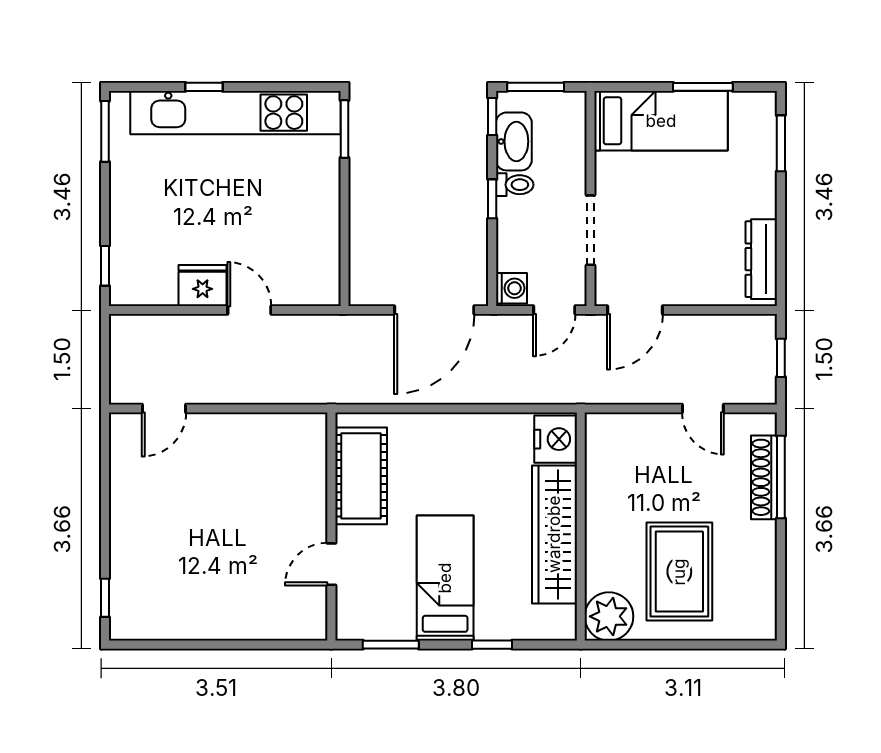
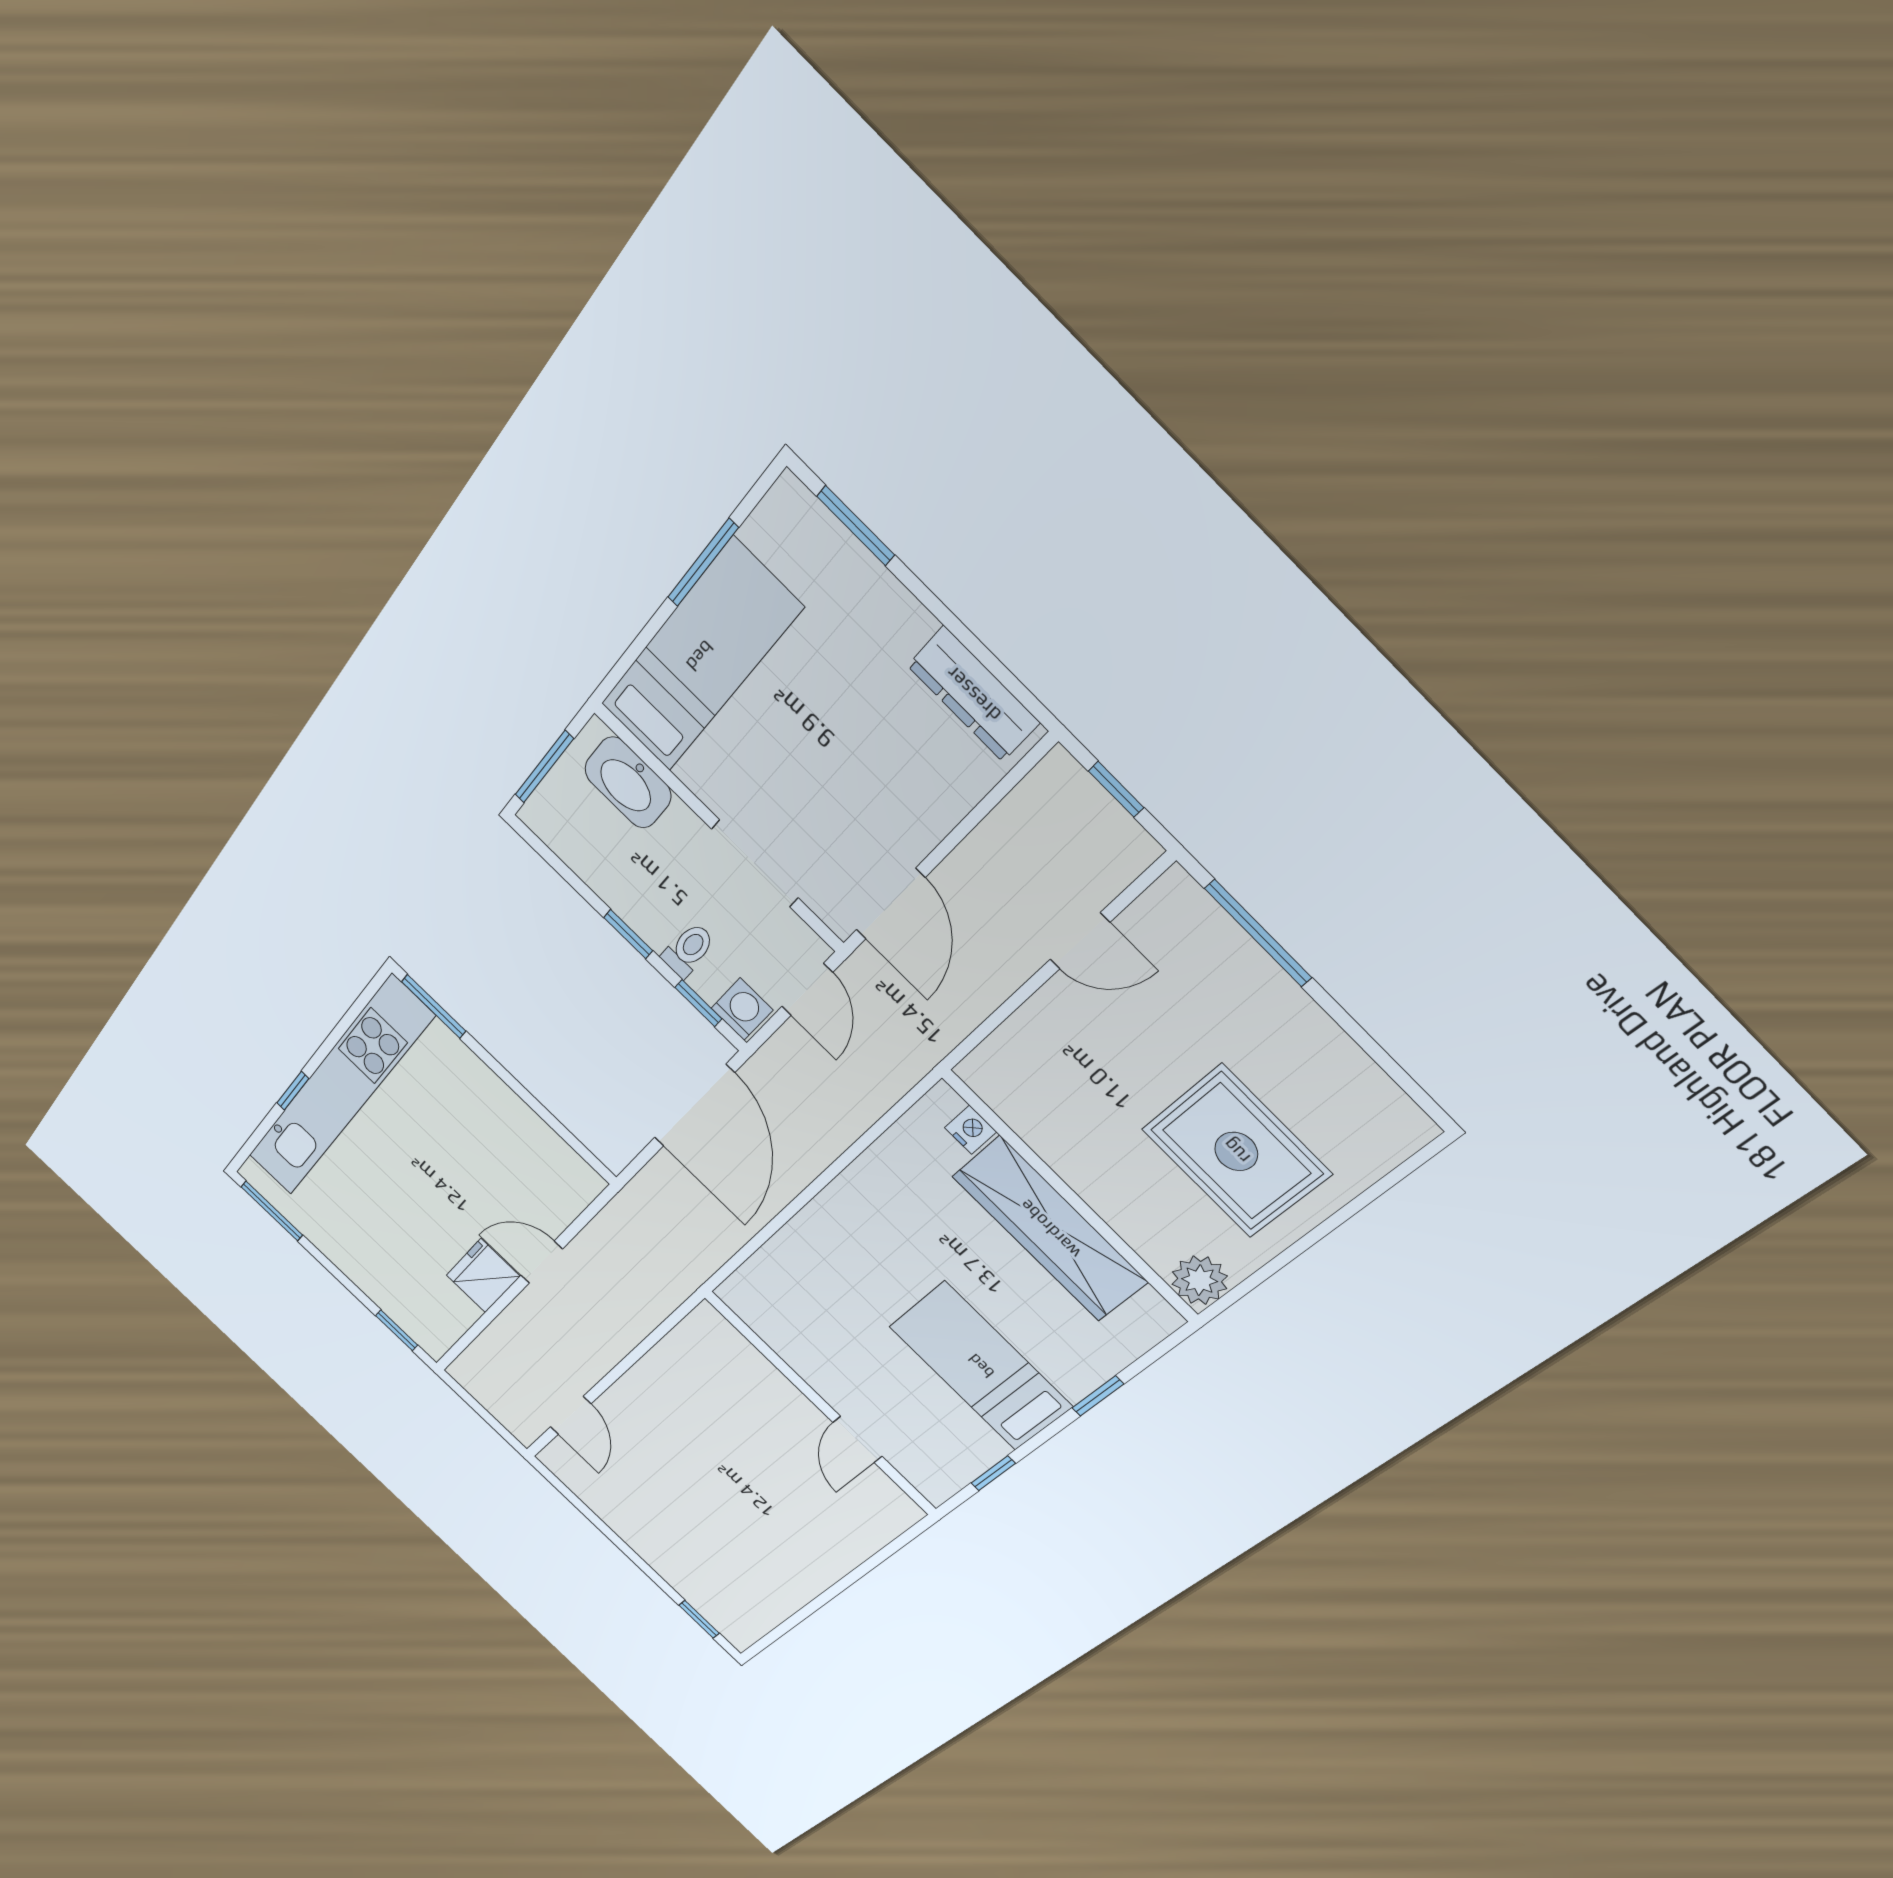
window: (492, 116) -> (698, 1003), moved
washbasin: (514, 141) -> (628, 783), moved, turned 180
toilet: (515, 185) -> (688, 950), moved
nightstand: (556, 439) -> (971, 1130), width x0.53, depth x0.56
cot: (361, 476) -> (797, 1332), removed
shoe rack: (764, 477) -> (1236, 953), removed
plant: (609, 616) -> (1200, 1280), width x0.73, depth x0.73
window: (391, 645) -> (993, 1473), width x0.67

